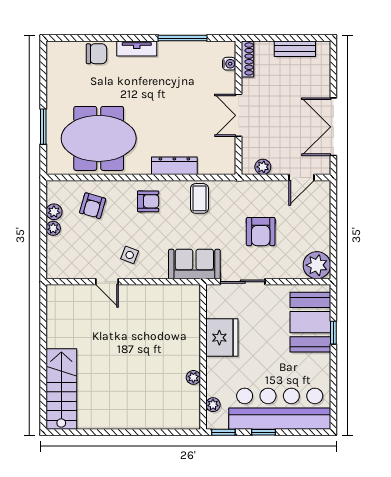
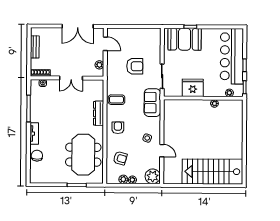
plant: (317, 265) -> (153, 176), moved
door: (107, 282) -> (162, 151), hinge flipped
stairs: (61, 389) -> (212, 172), width x1.36, depth x1.51

